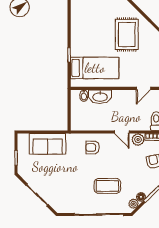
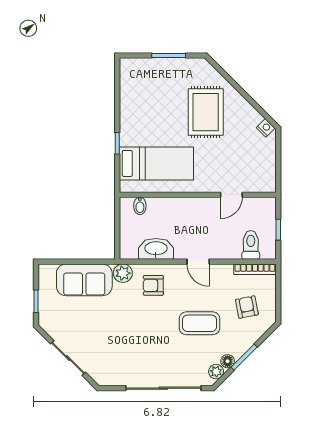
washbasin: (100, 97) -> (156, 249), moved, turned 180
plant: (138, 140) -> (123, 273), moved
coffee table: (107, 186) -> (200, 323), moved

